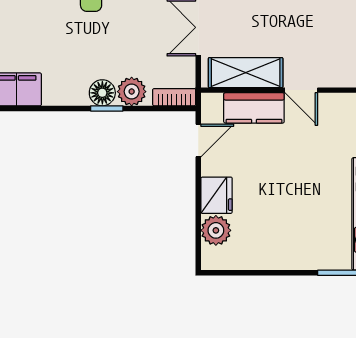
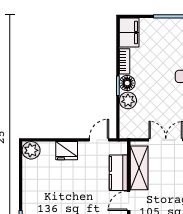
bookcase: (174, 97) -> (125, 61), moved
door: (198, 140) -> (99, 140), swing flipped
plant: (216, 230) -> (31, 150), moved

